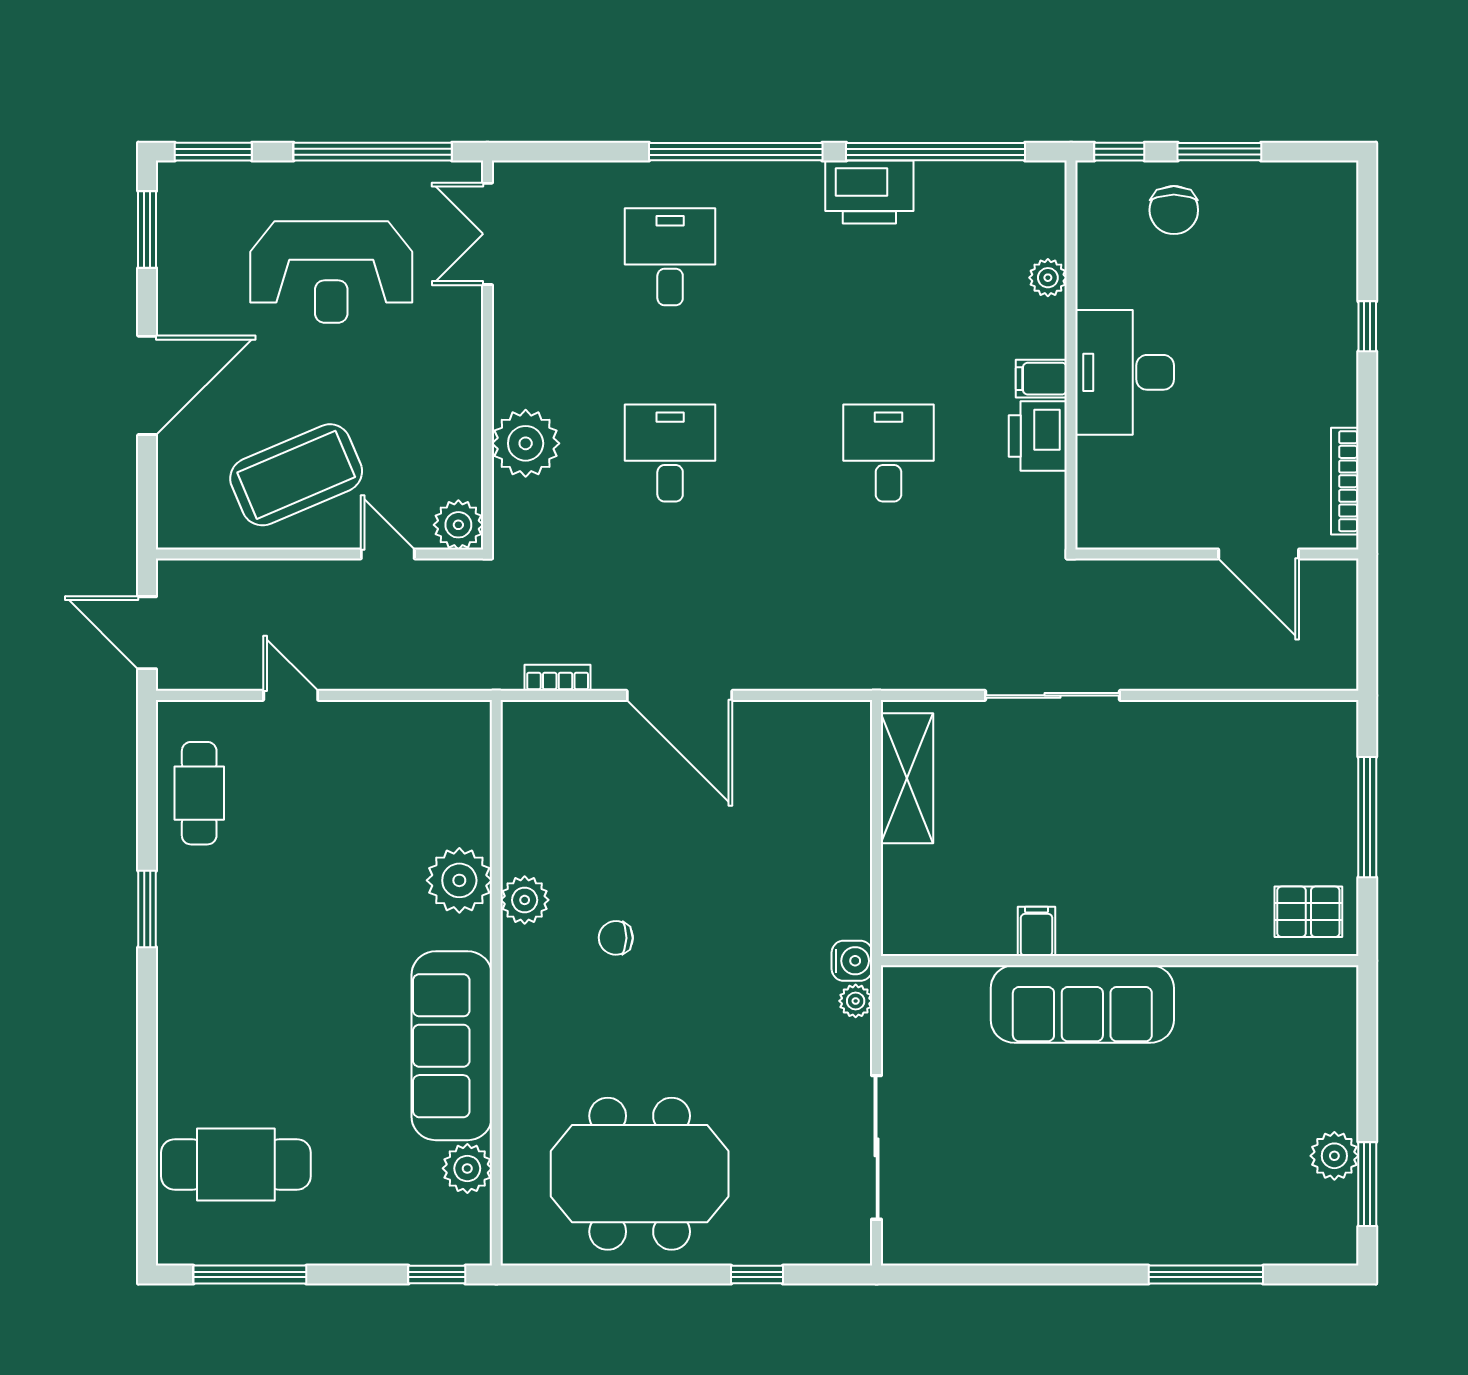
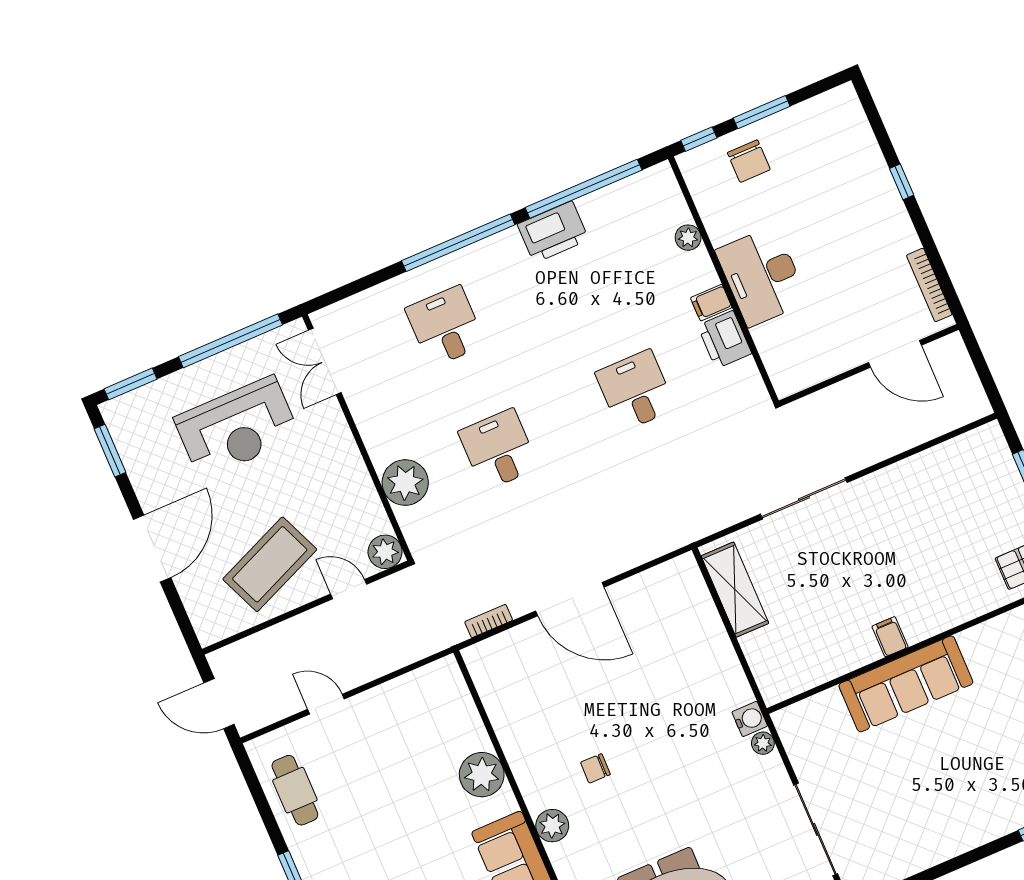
plant: (525, 900) -> (552, 826), moved
filing cabinet: (1037, 931) -> (890, 637), moved

